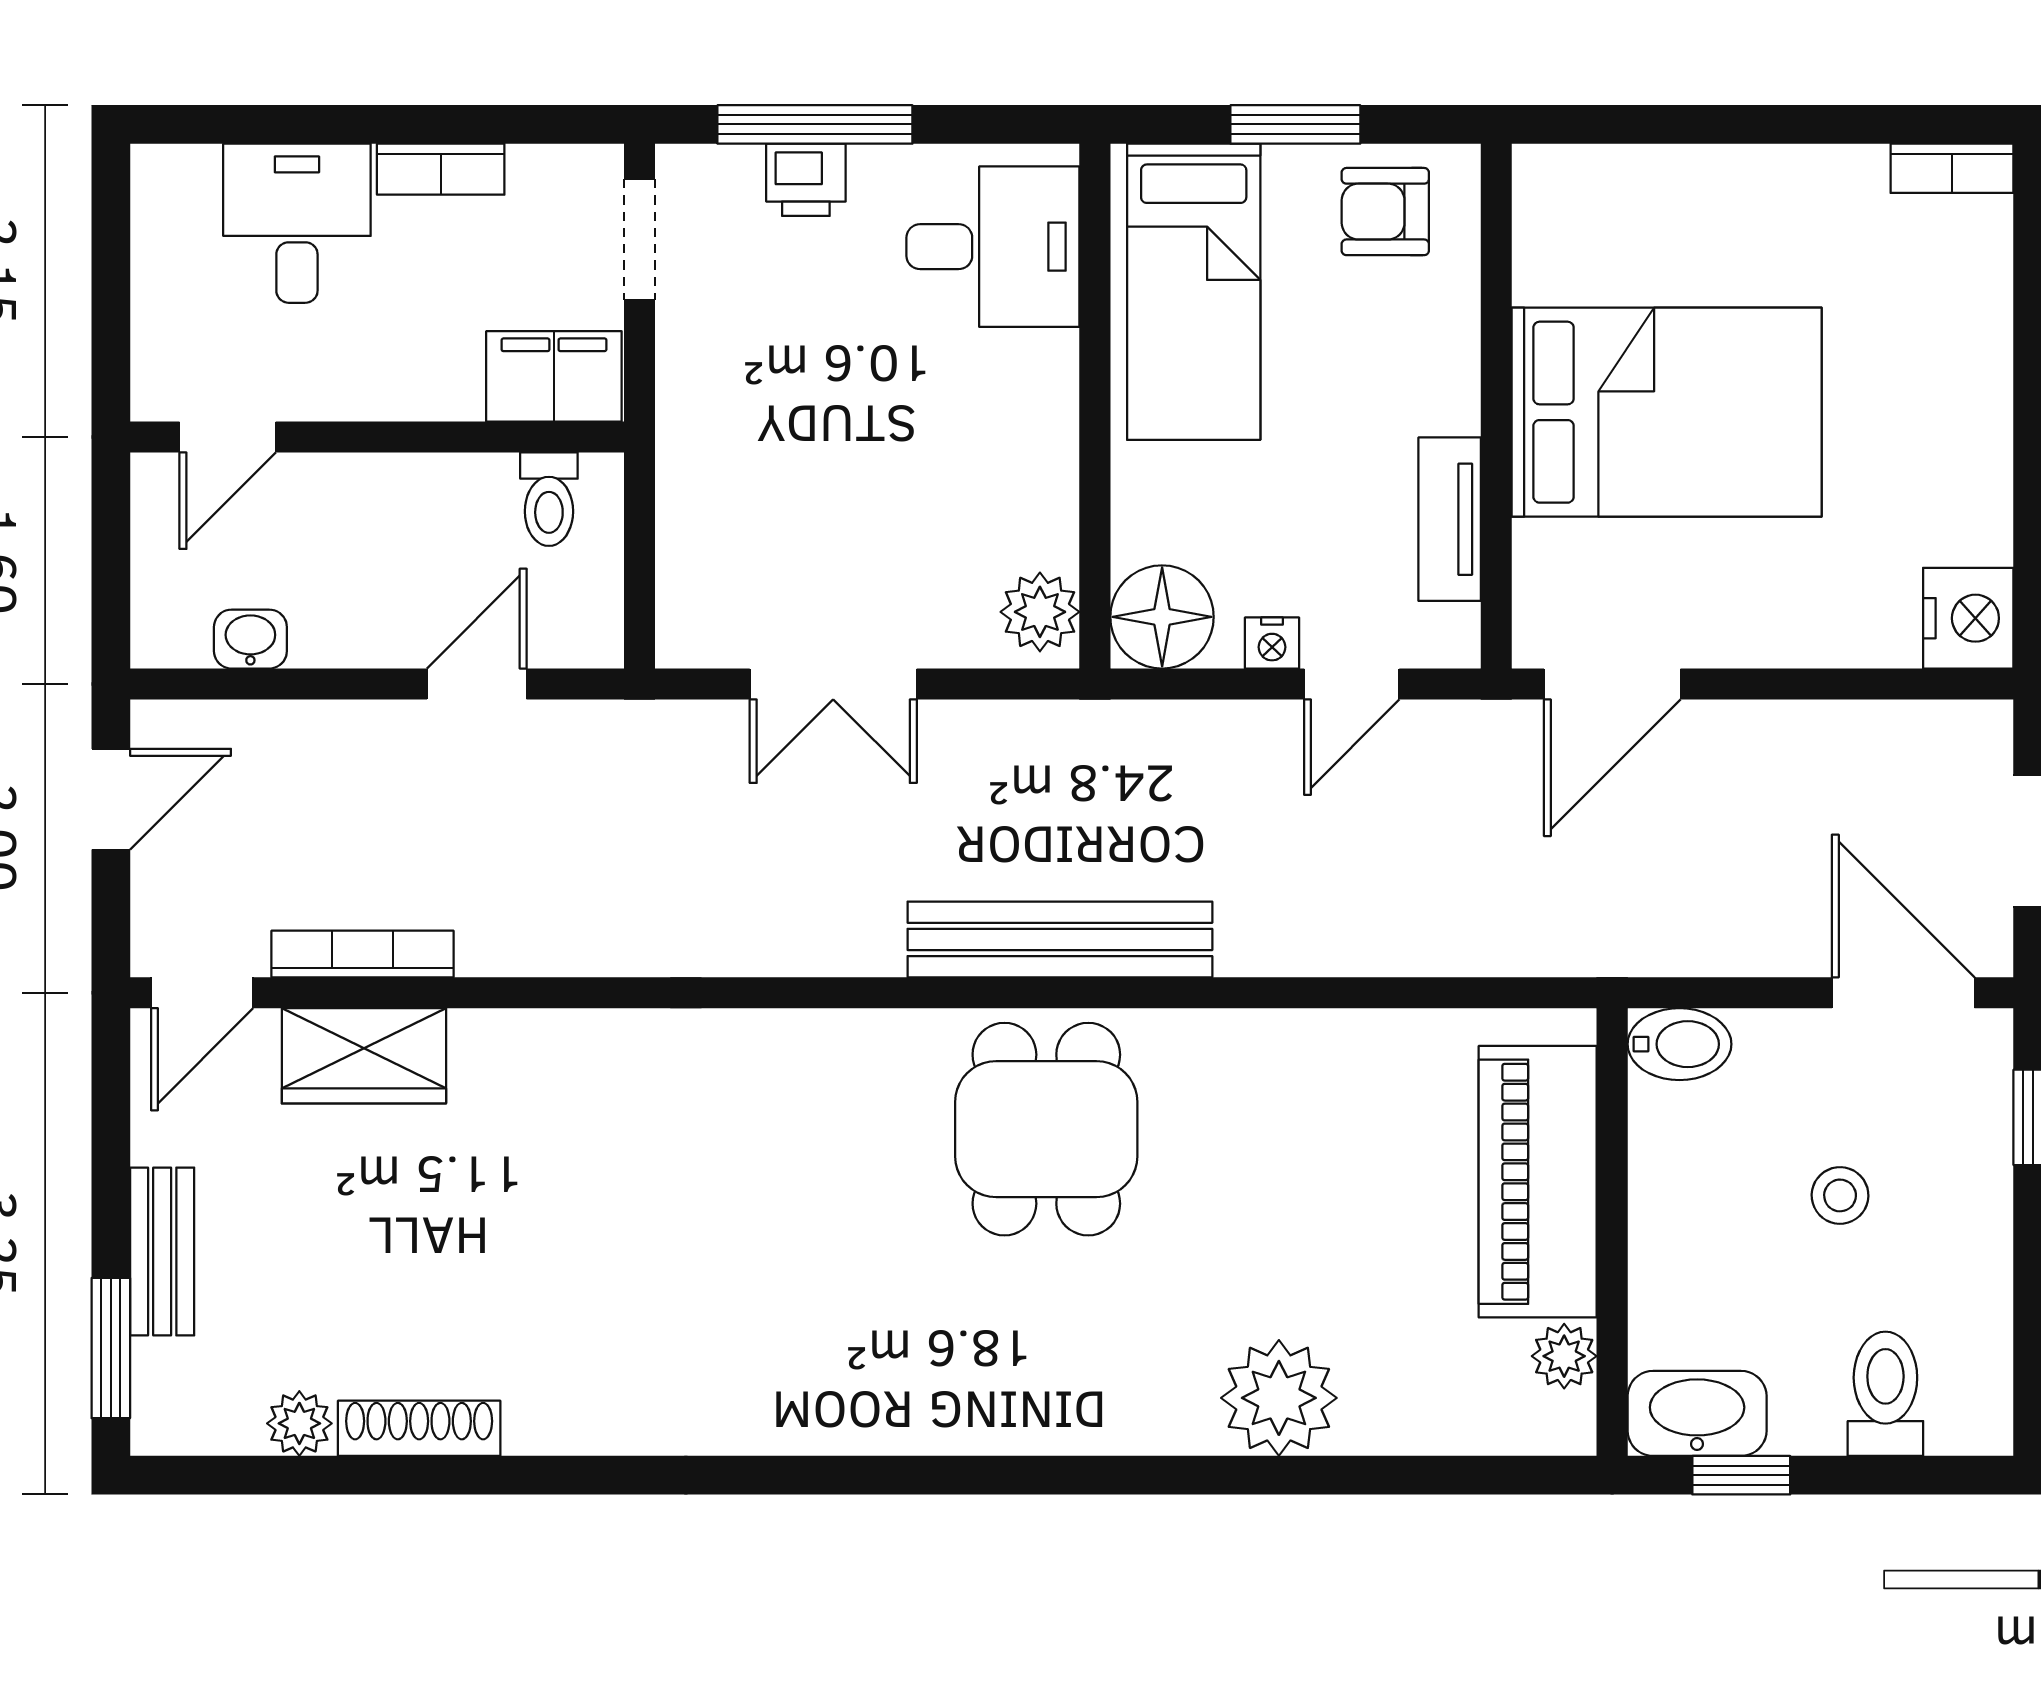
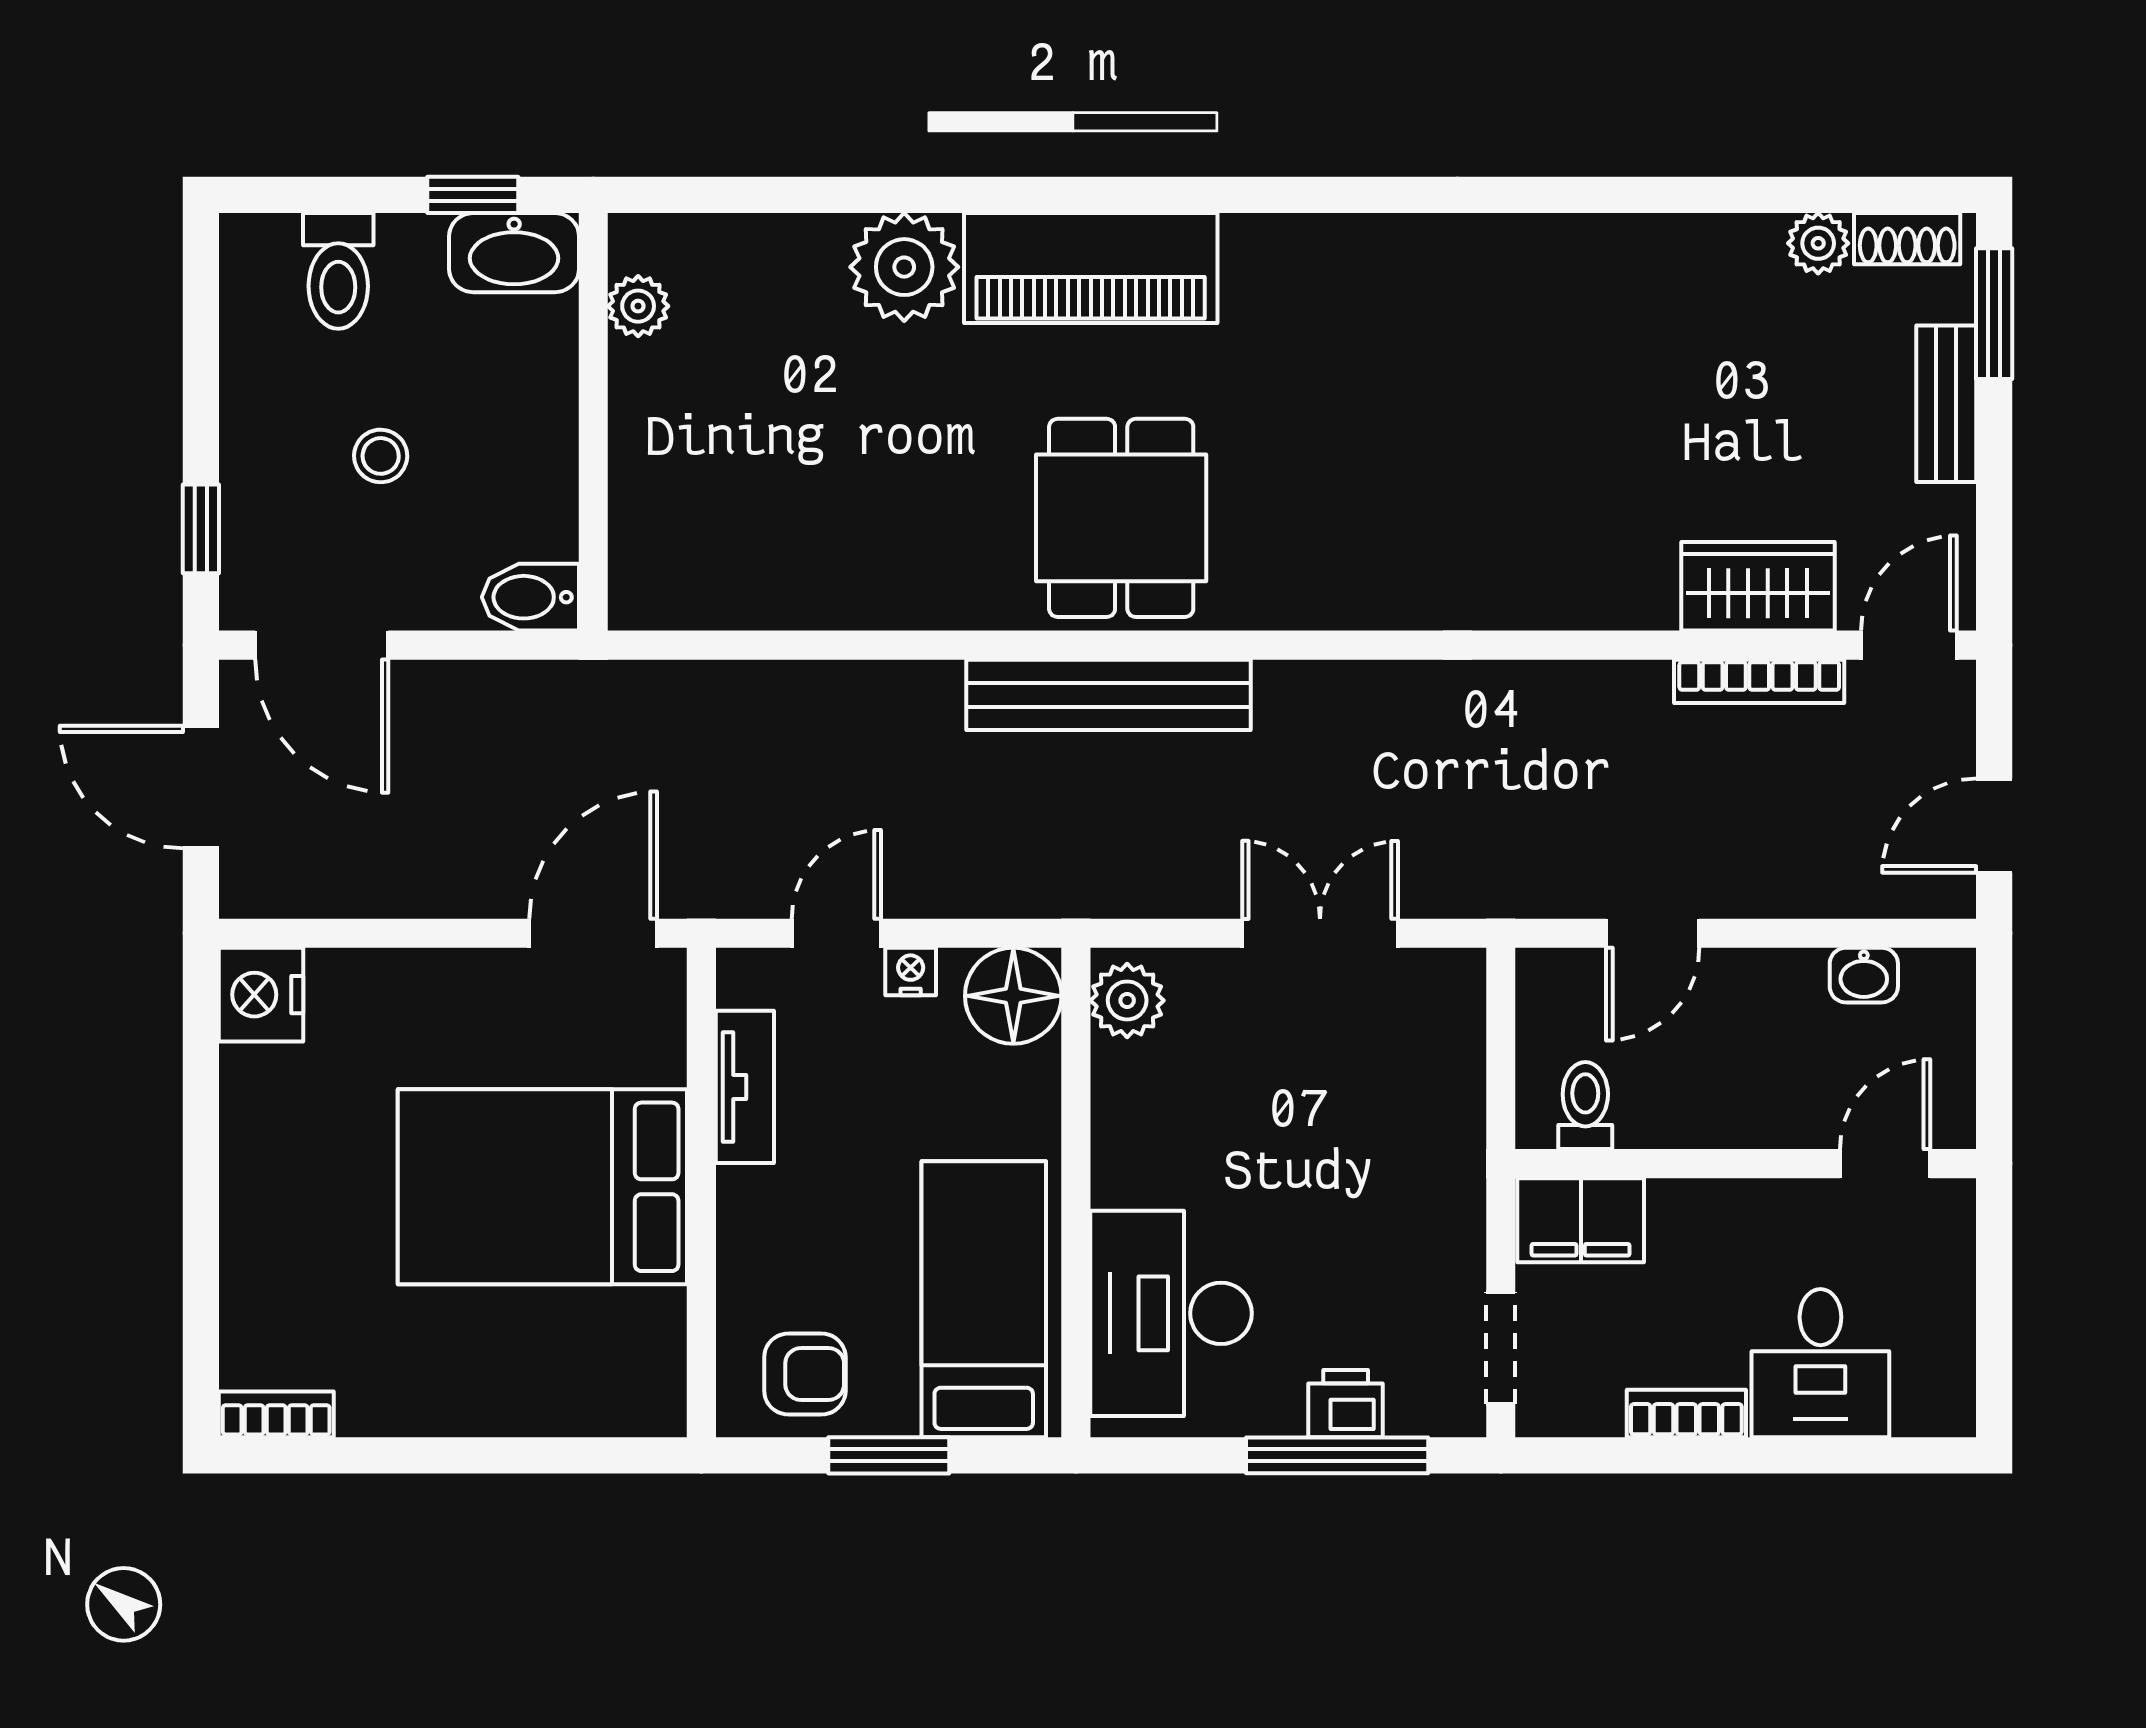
desk: (993, 247) -> (1171, 1313), width x1.37
piano: (1538, 1182) -> (1091, 268), moved, turned 90
shoe rack: (419, 1428) -> (1907, 239), moved, width x0.70

